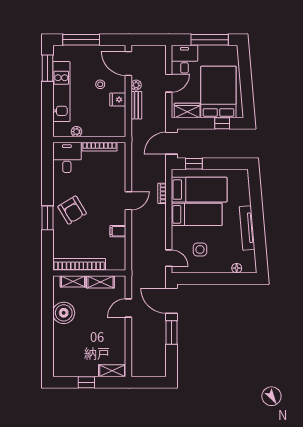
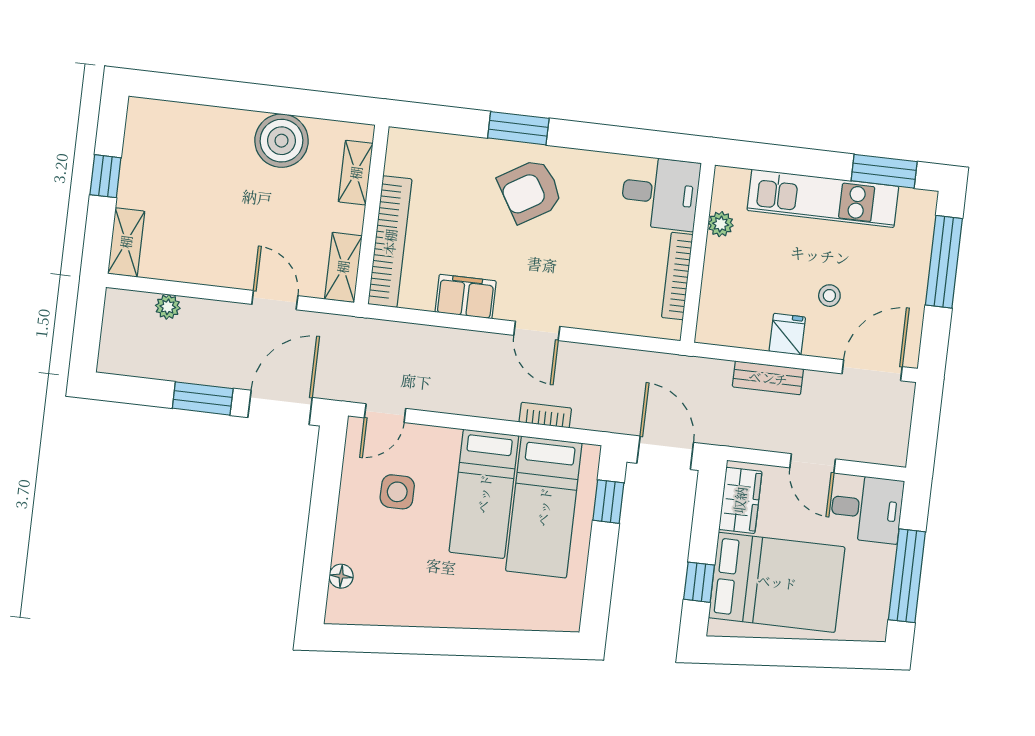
plant: (136, 85) -> (168, 307), moved
tv unit: (247, 228) -> (436, 613), removed
filing cabinet: (118, 231) -> (466, 296), width x2.00
bookcase: (79, 264) -> (390, 242), moved
shelving: (100, 282) -> (343, 267), moved

